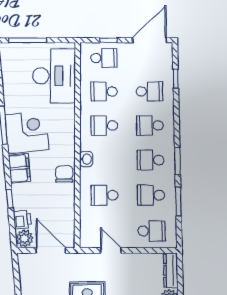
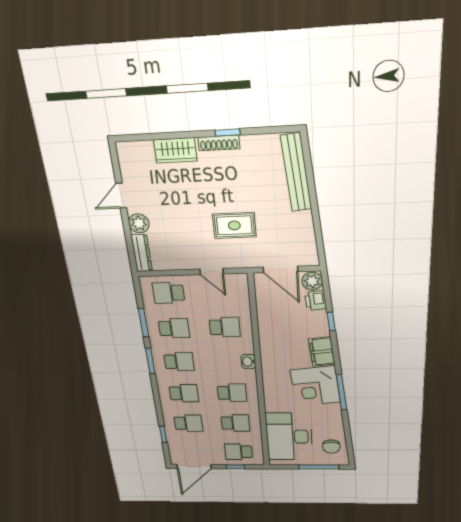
school desk: (149, 91) -> (188, 423), turned 180
chair: (64, 174) -> (331, 447), moved

